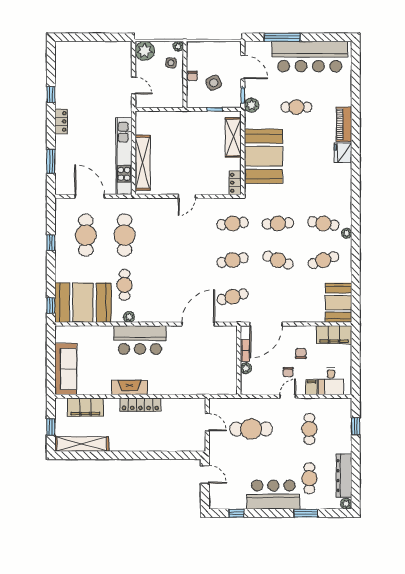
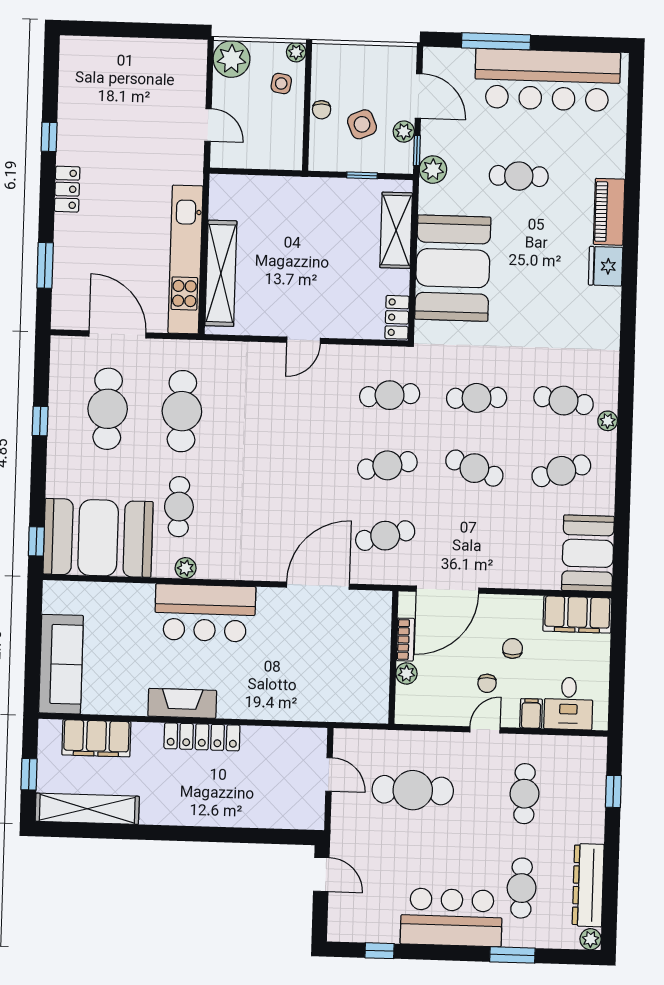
plant: (236, 86) -> (404, 132), added

